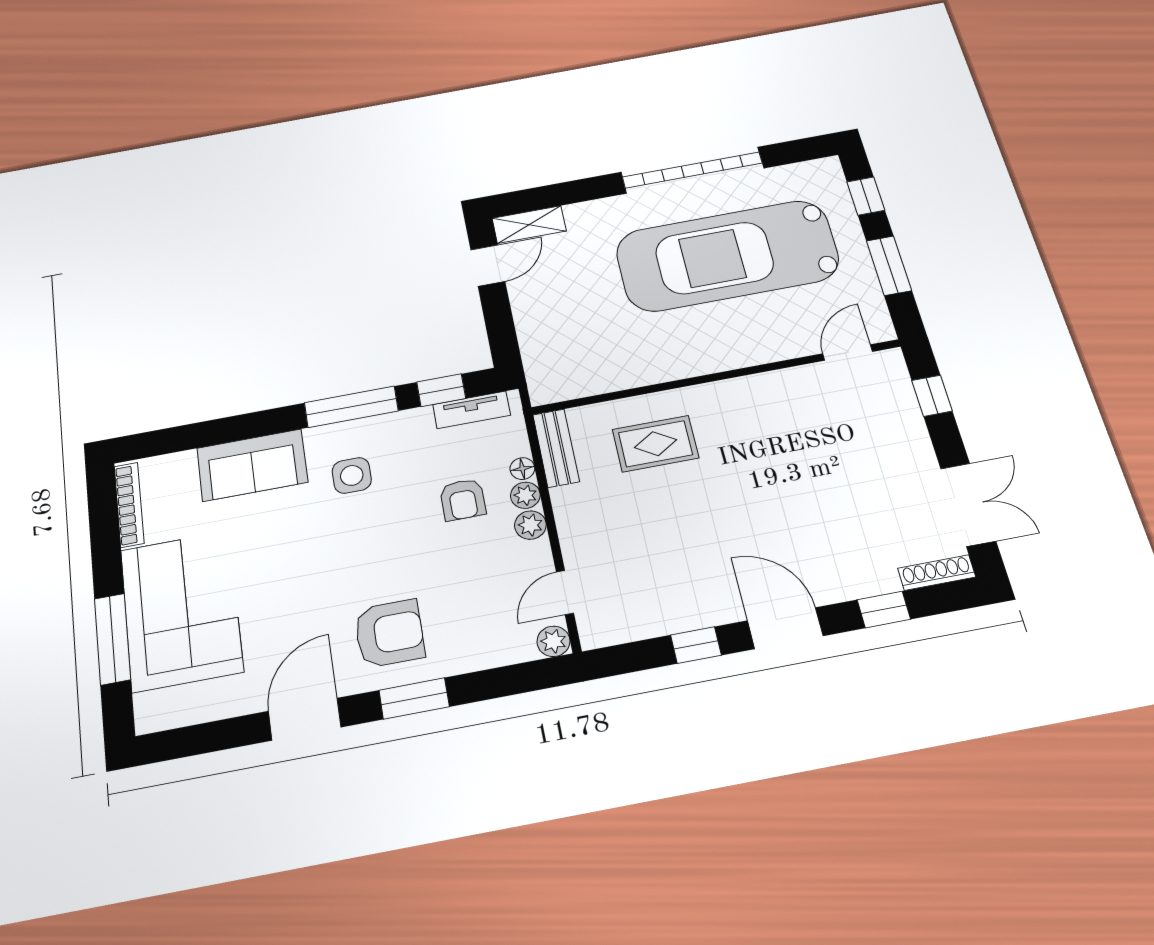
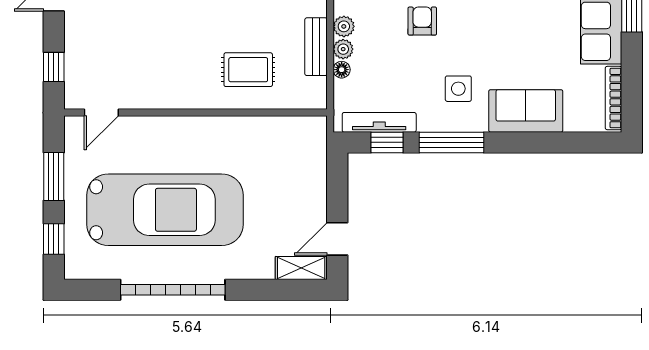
tv unit: (472, 410) -> (379, 122), width x1.41
bench: (556, 448) -> (316, 47), moved
armchair: (463, 500) -> (422, 21), moved

